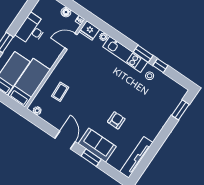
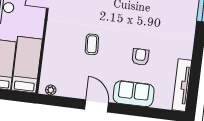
coffee table: (60, 92) -> (92, 44), moved
window: (91, 158) -> (134, 110), removed

